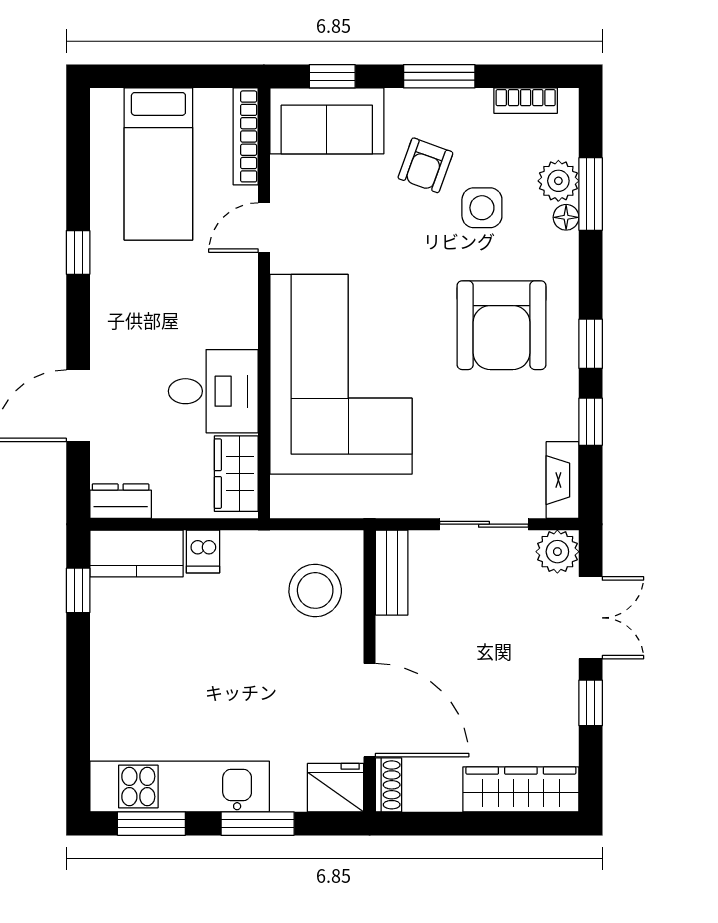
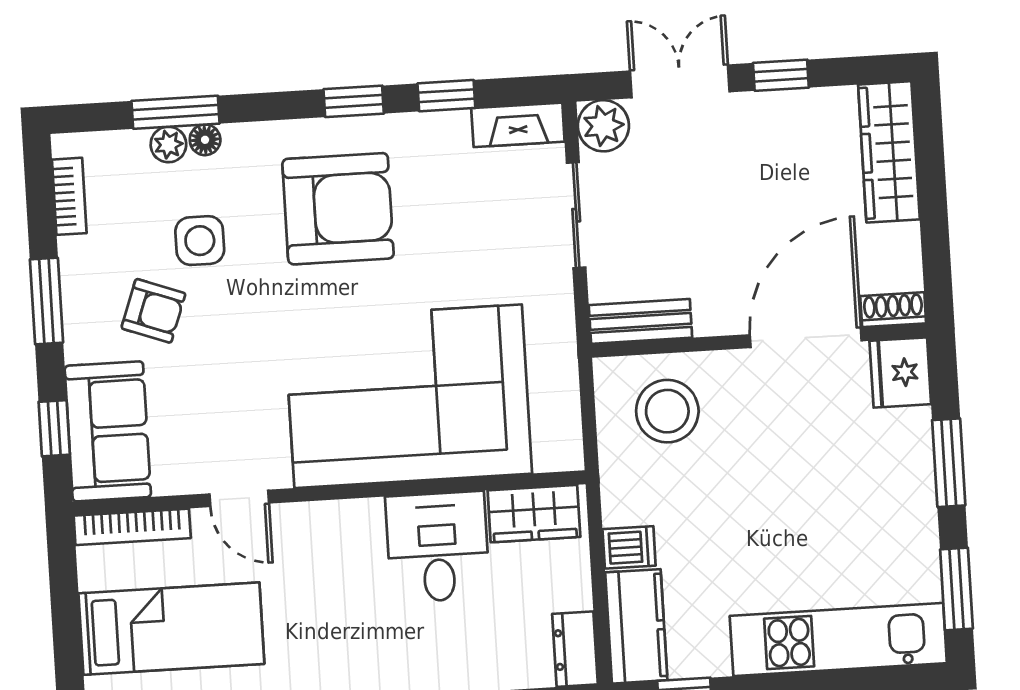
plant: (558, 181) -> (168, 144), width x0.73, depth x0.73
kitchen unit: (180, 787) -> (838, 640), moved, turned 90

